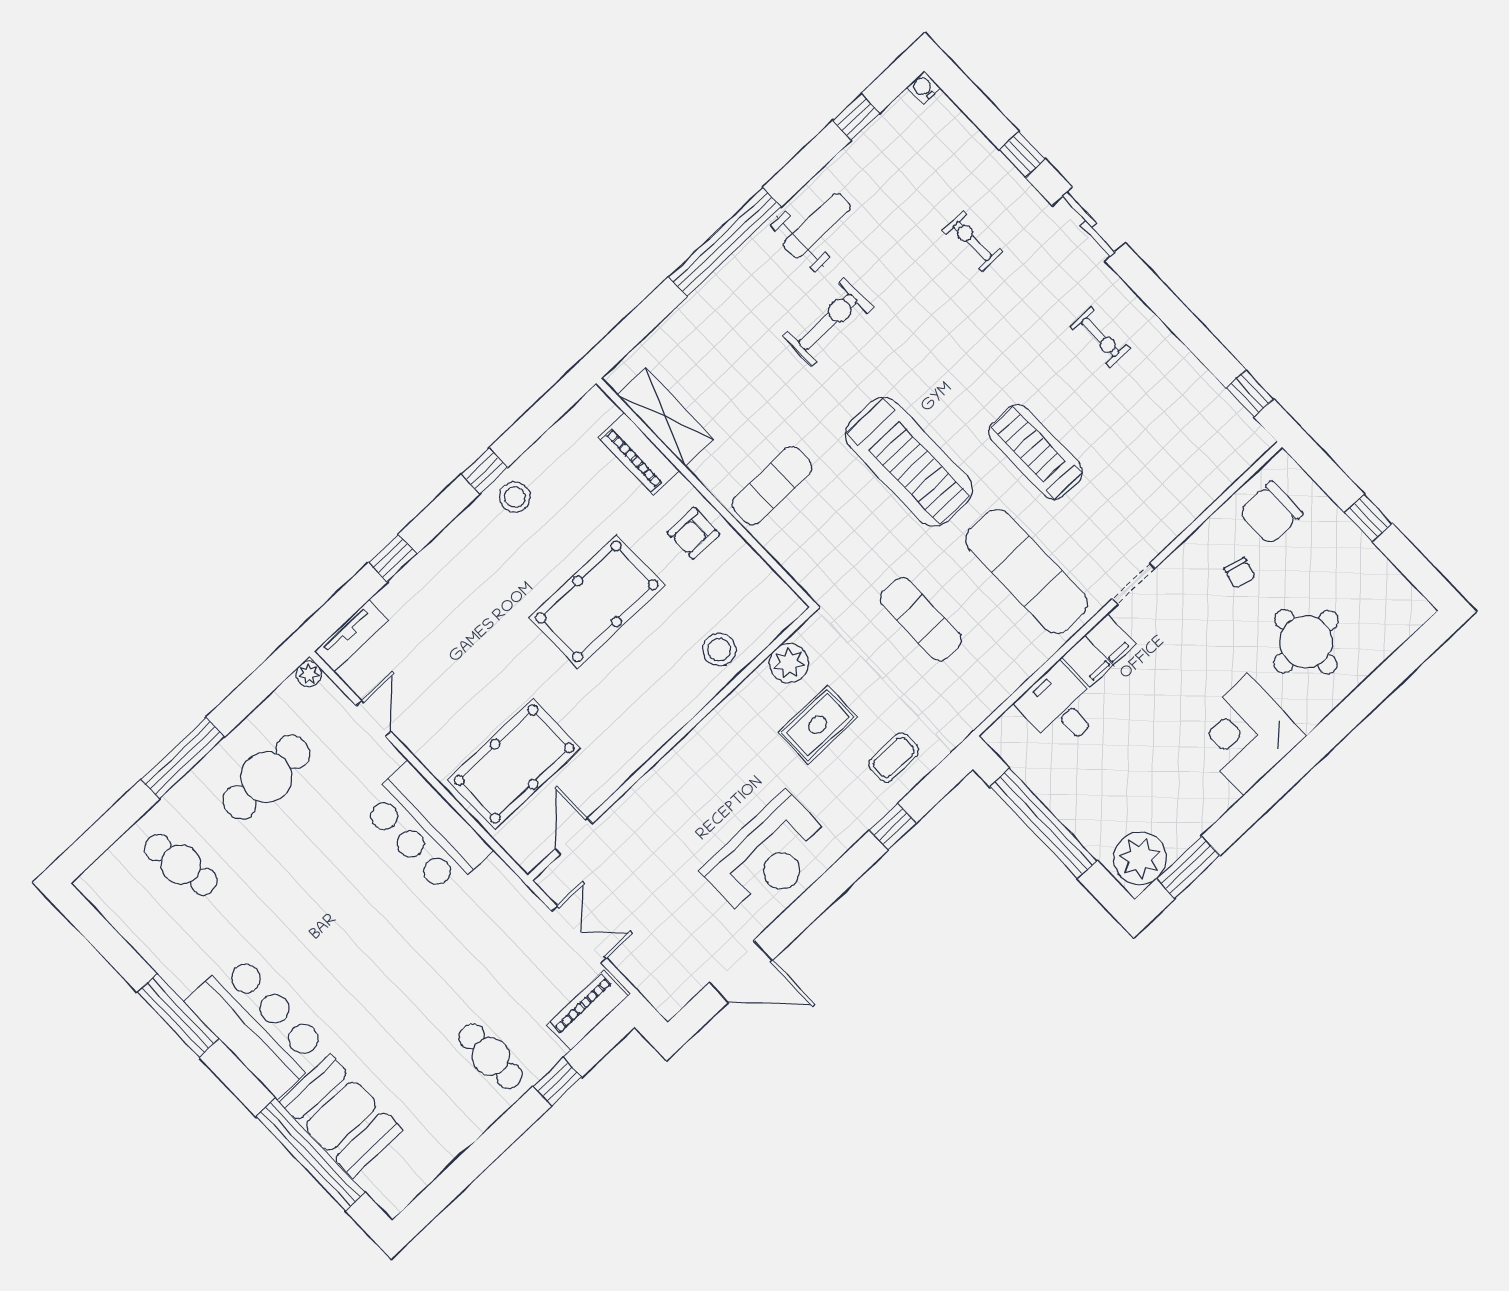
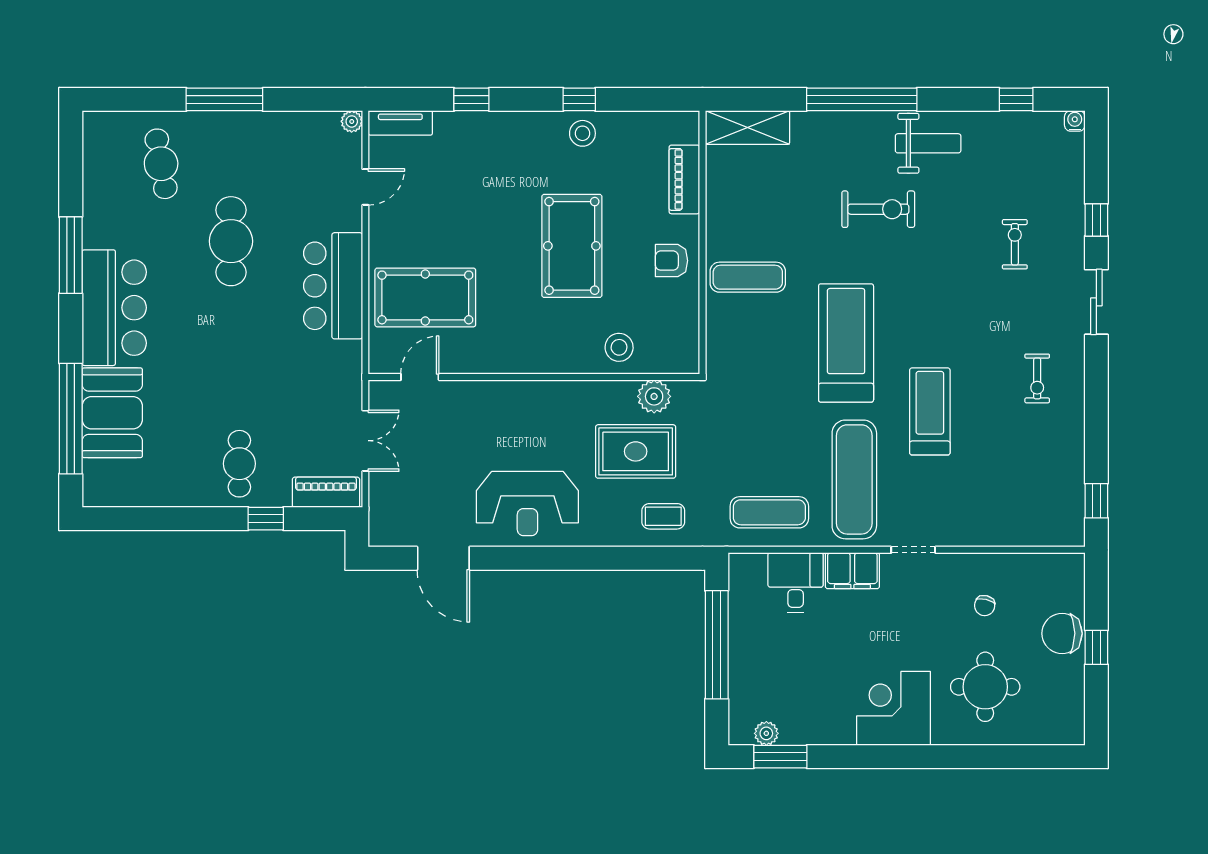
shelving: (665, 417) -> (748, 128), moved, turned 90
treadmill: (909, 462) -> (846, 343), turned 180
chair: (1271, 513) -> (1062, 633), moved
pool table: (597, 601) -> (572, 246), turned 90
exercise mat: (921, 619) -> (769, 512), moved, turned 90
rug: (818, 725) -> (636, 451), width x1.36, depth x1.43
cafe table: (266, 777) -> (231, 241), moved, turned 90
window: (893, 827) -> (622, 558), removed
plant: (1140, 858) -> (766, 733), width x0.53, depth x0.53

